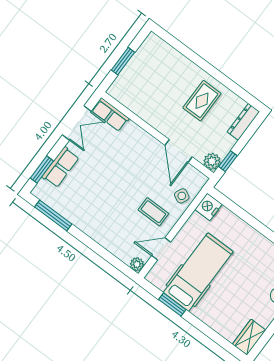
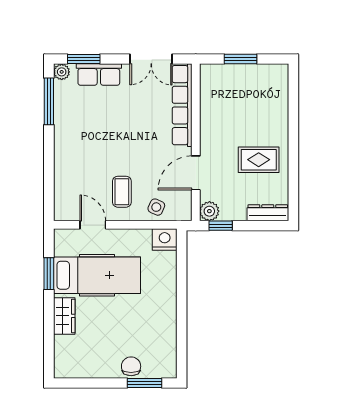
row of seats: (110, 115) -> (182, 105), width x2.02
plant: (137, 264) -> (62, 72), moved
wardrobe: (249, 337) -> (64, 316), moved, turned 90

